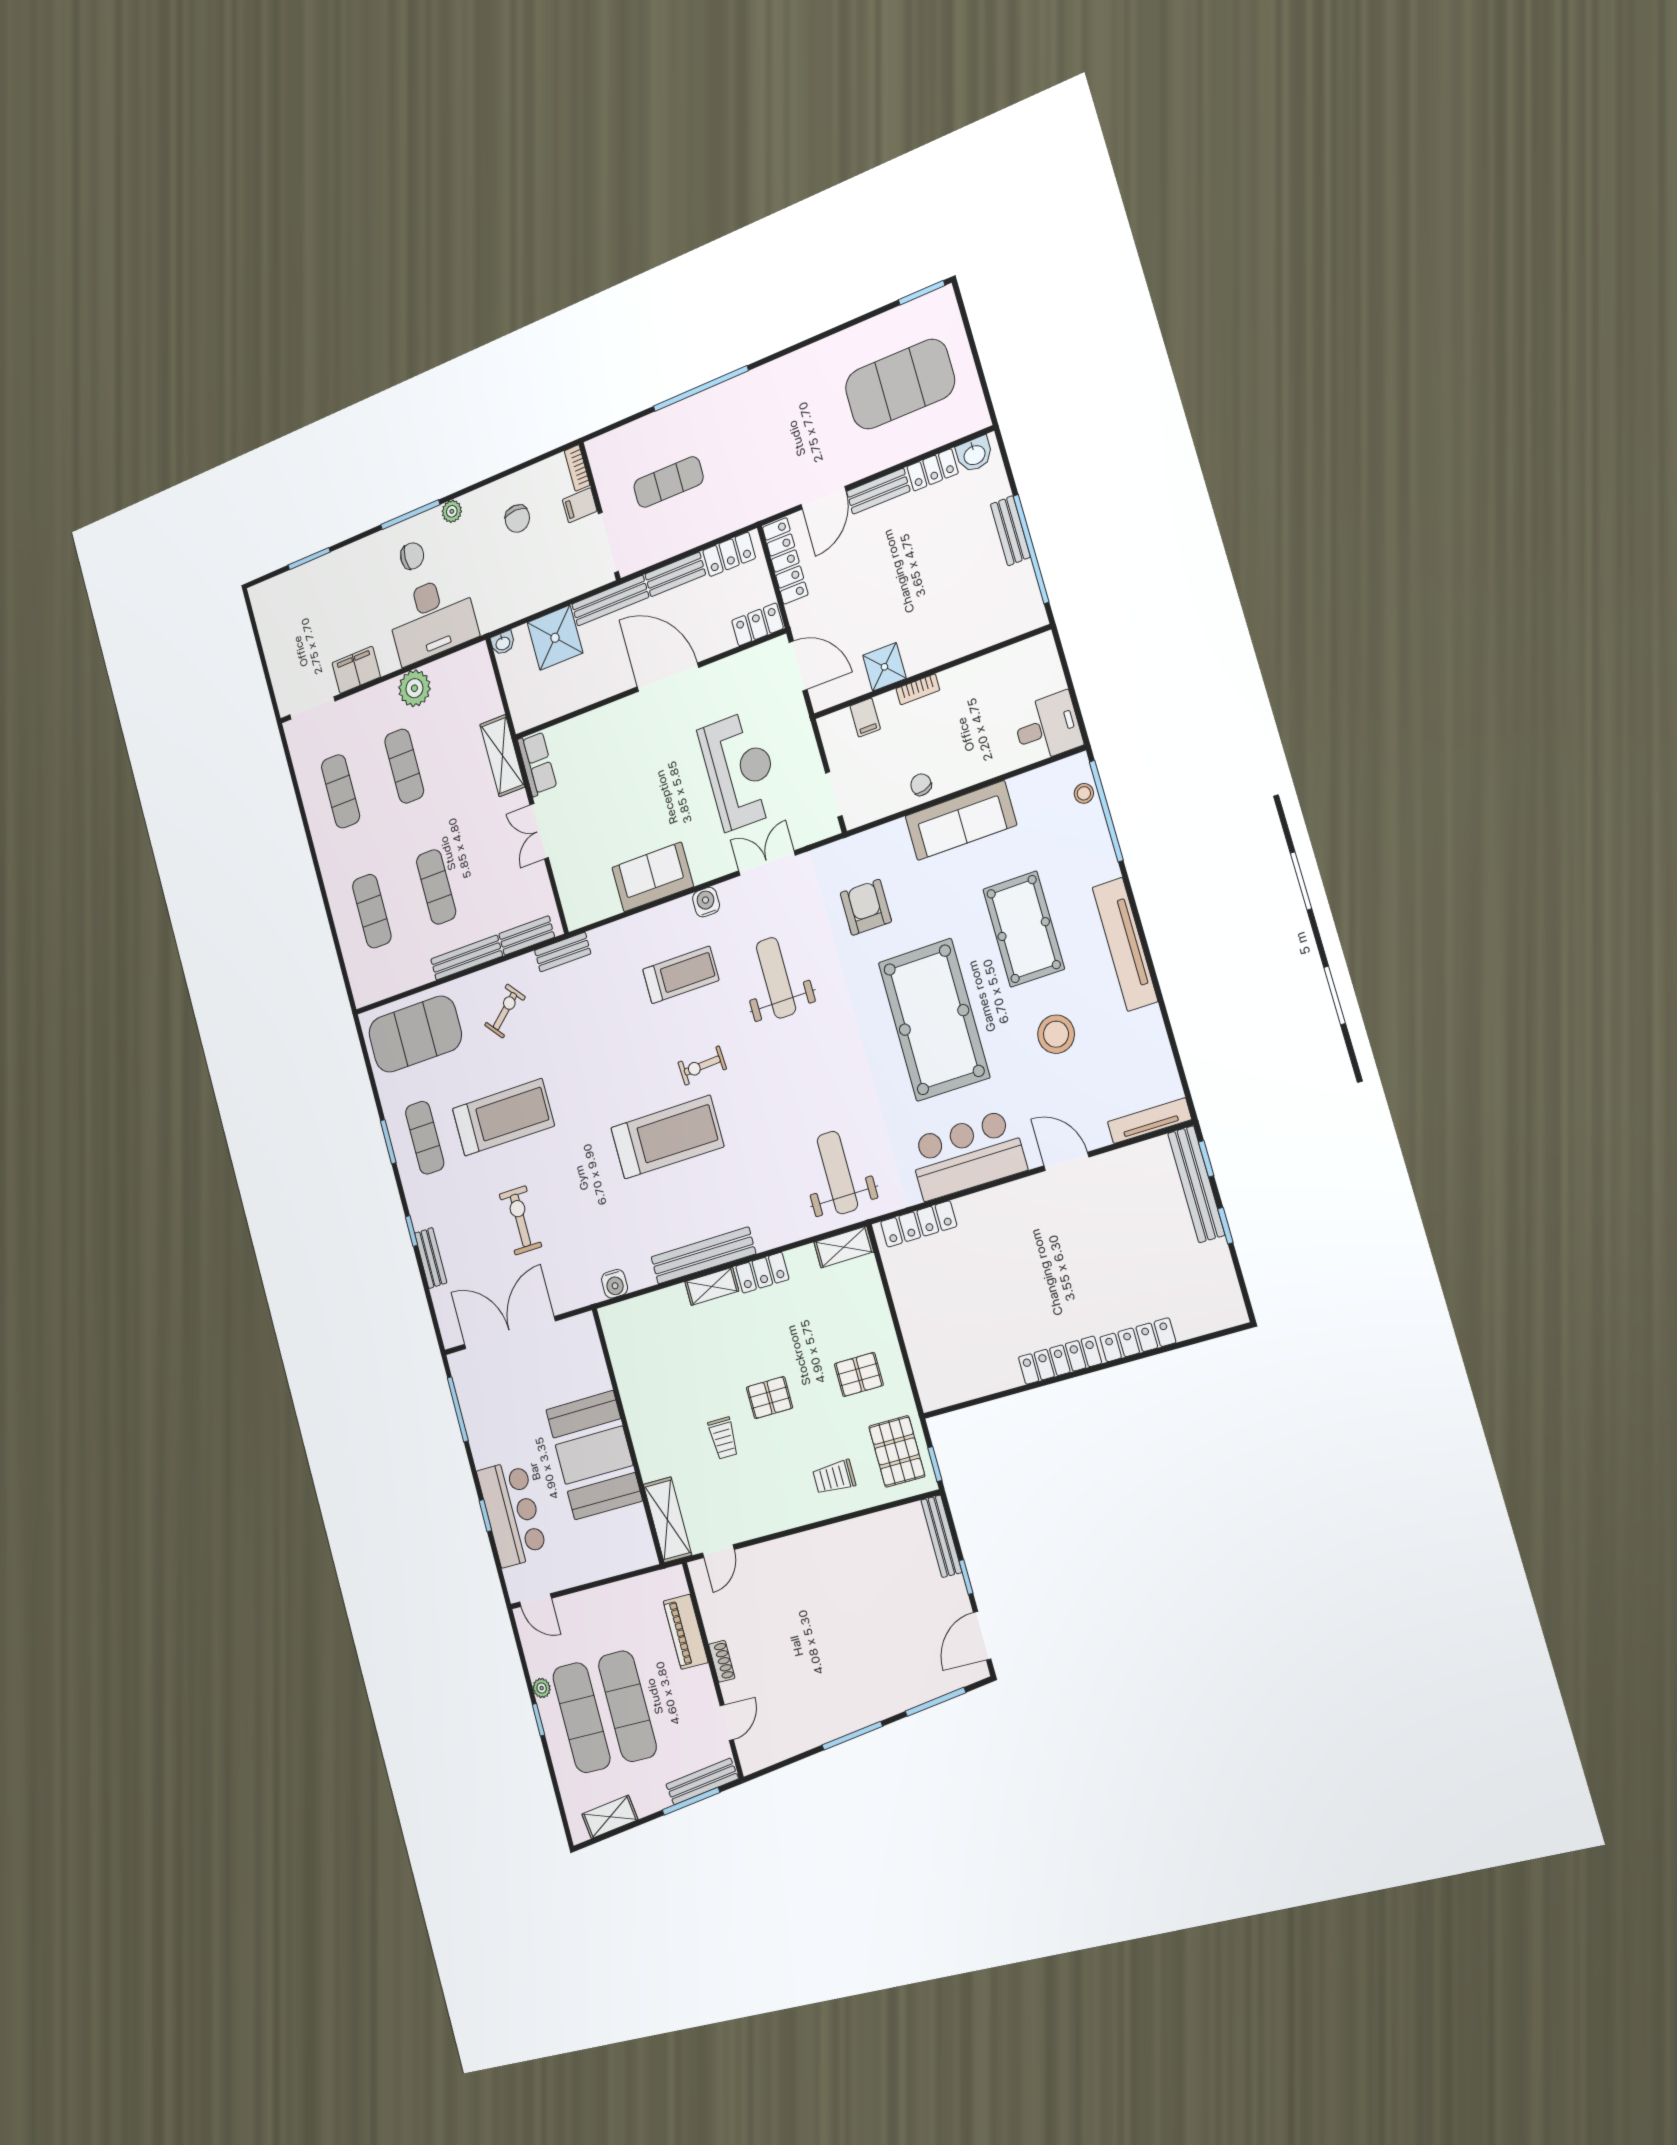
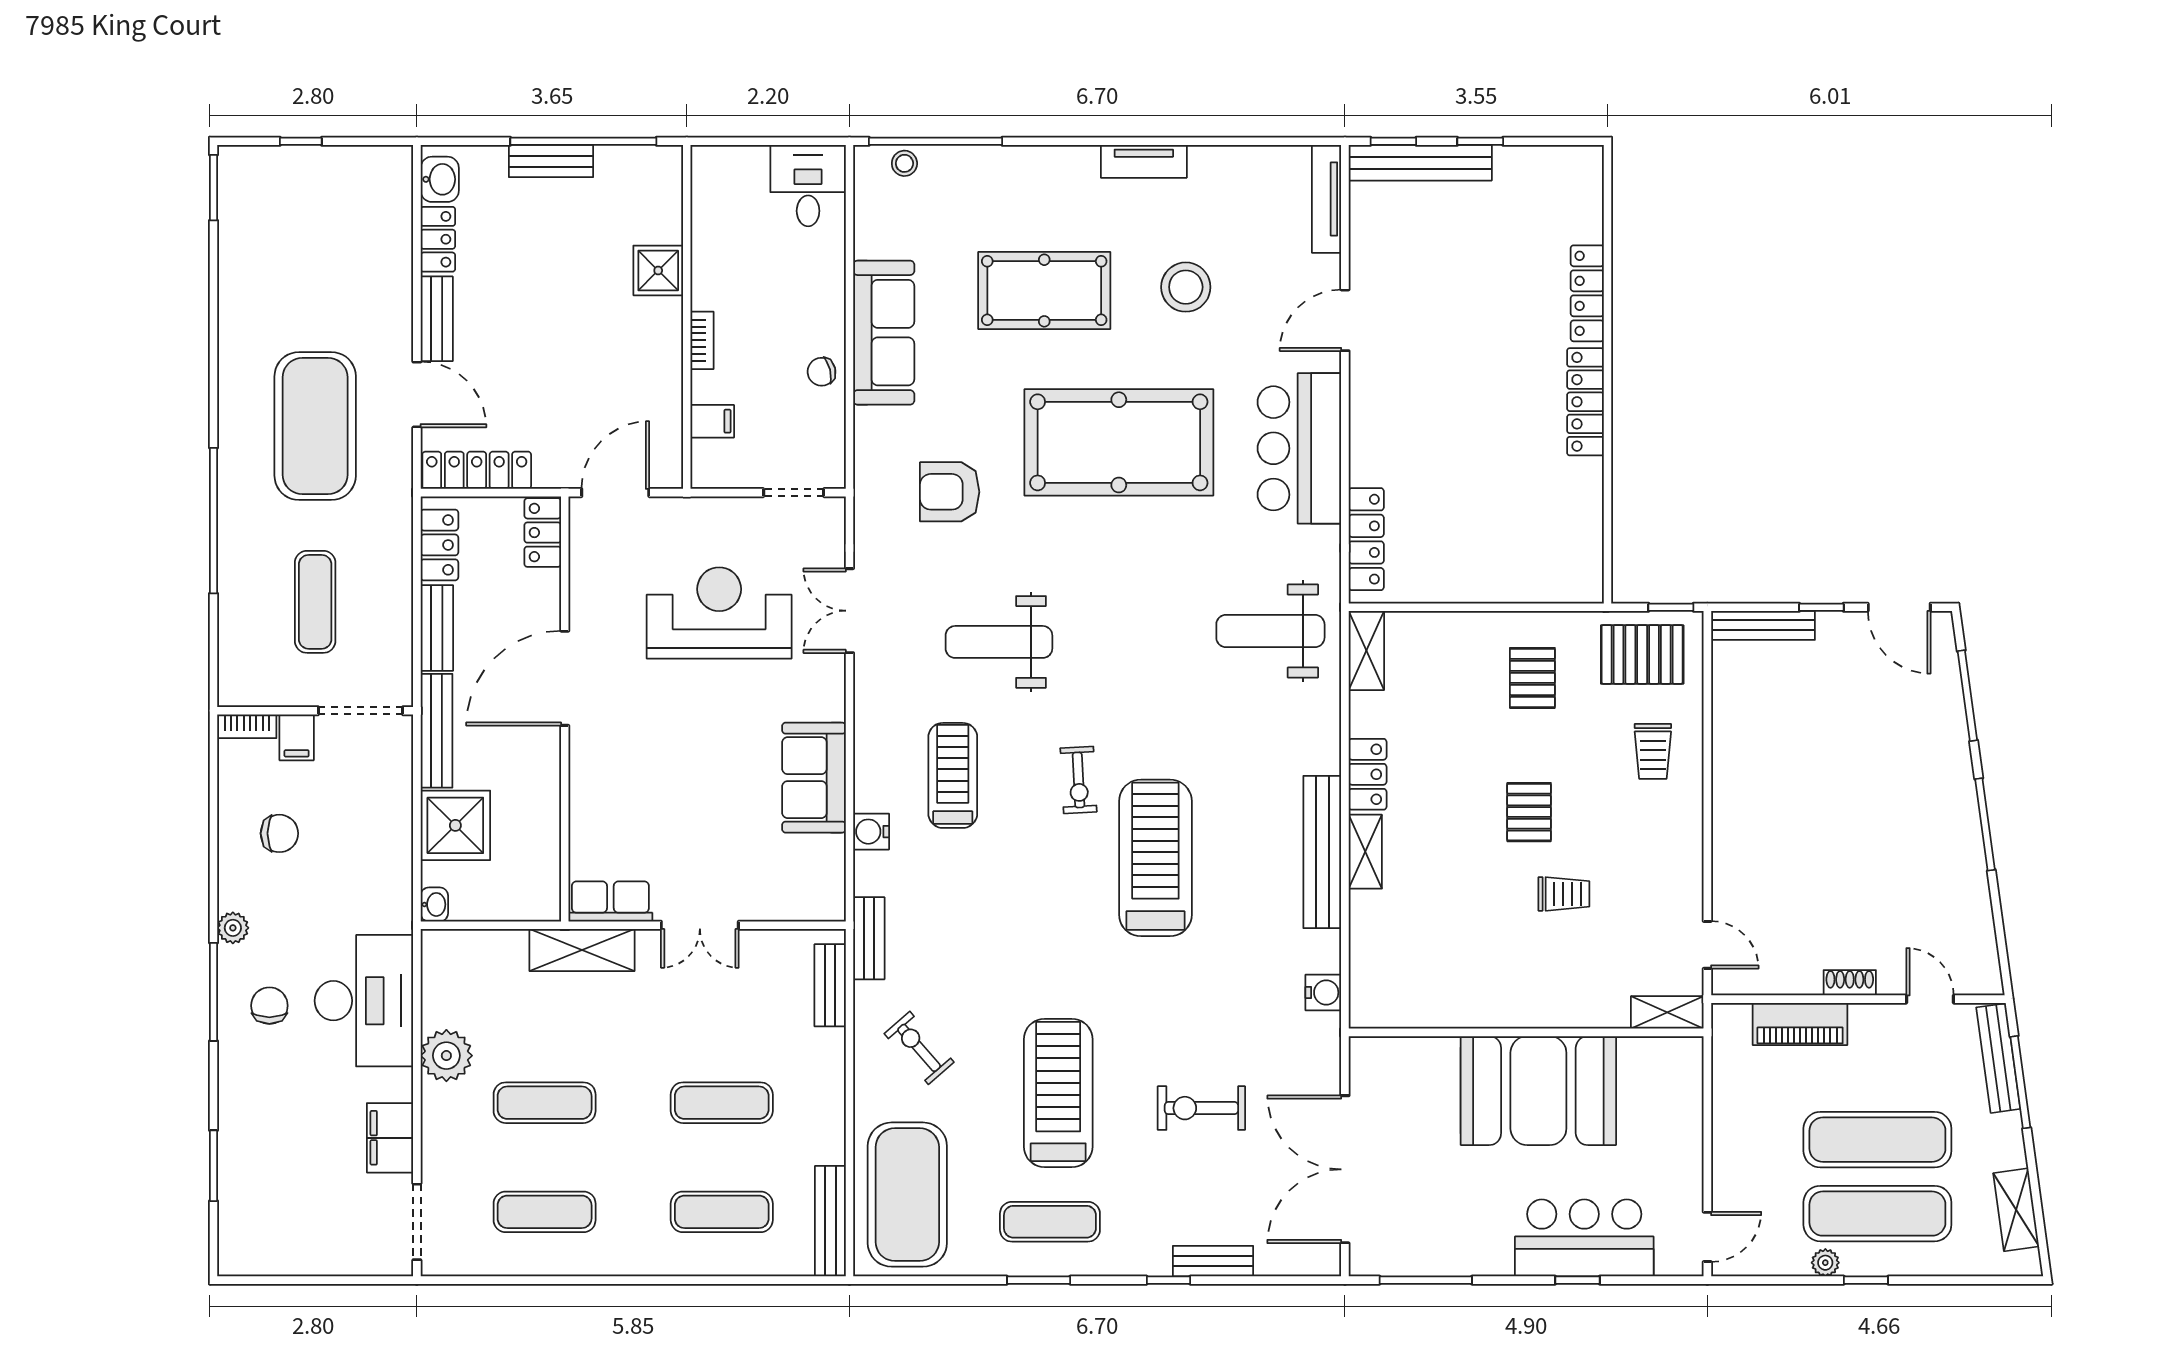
window: (972, 342) -> (301, 141), added
exercise mat: (900, 384) -> (315, 426), moved
shower: (884, 667) -> (658, 270), moved
water cooler: (706, 902) -> (871, 832), moved
tv unit: (1125, 944) -> (1144, 161), width x0.52, depth x0.78
bench: (467, 958) -> (830, 1221), moved
shelving: (667, 1520) -> (1667, 1012), width x0.67, depth x0.75

